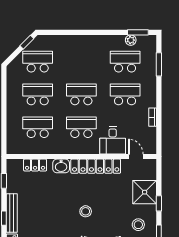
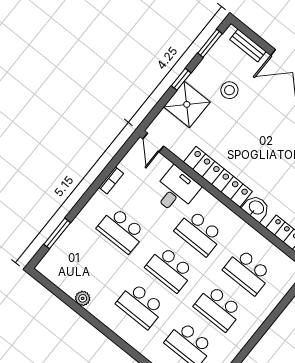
window: (138, 32) -> (52, 288), removed
plant: (131, 40) -> (83, 298), moved
school desk: (125, 62) -> (141, 306), moved
door: (136, 157) -> (153, 142), moved
stool: (86, 211) -> (269, 136), removed
stool: (138, 225) -> (229, 90), moved

